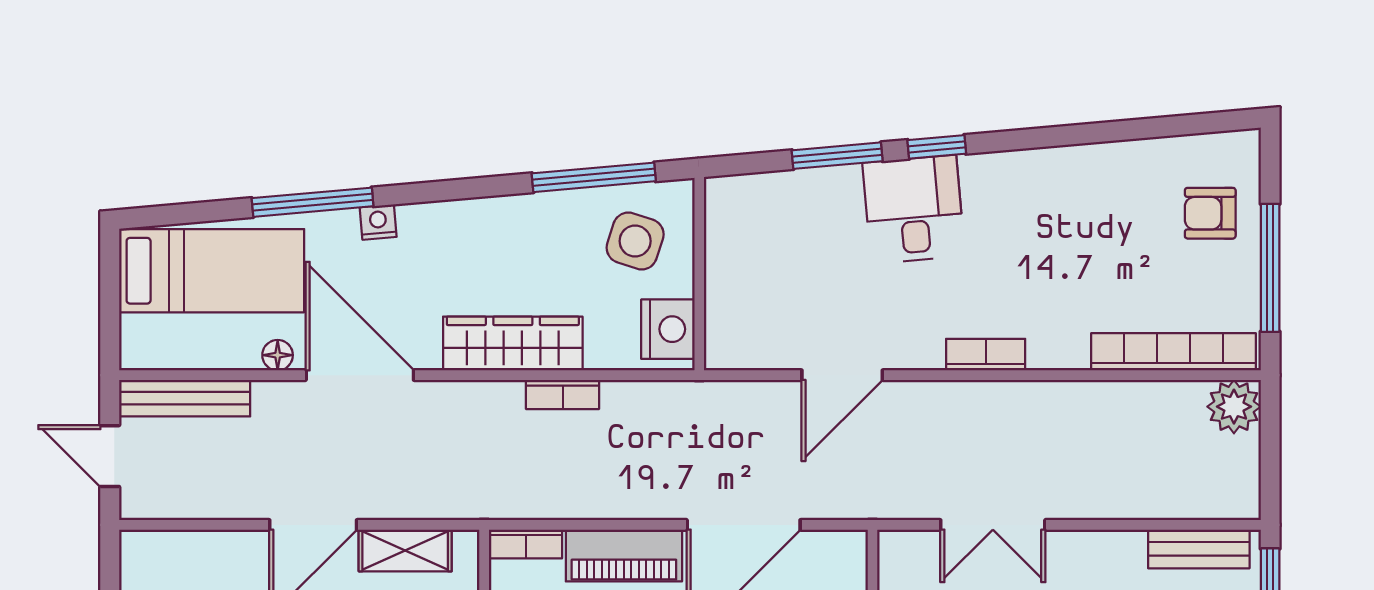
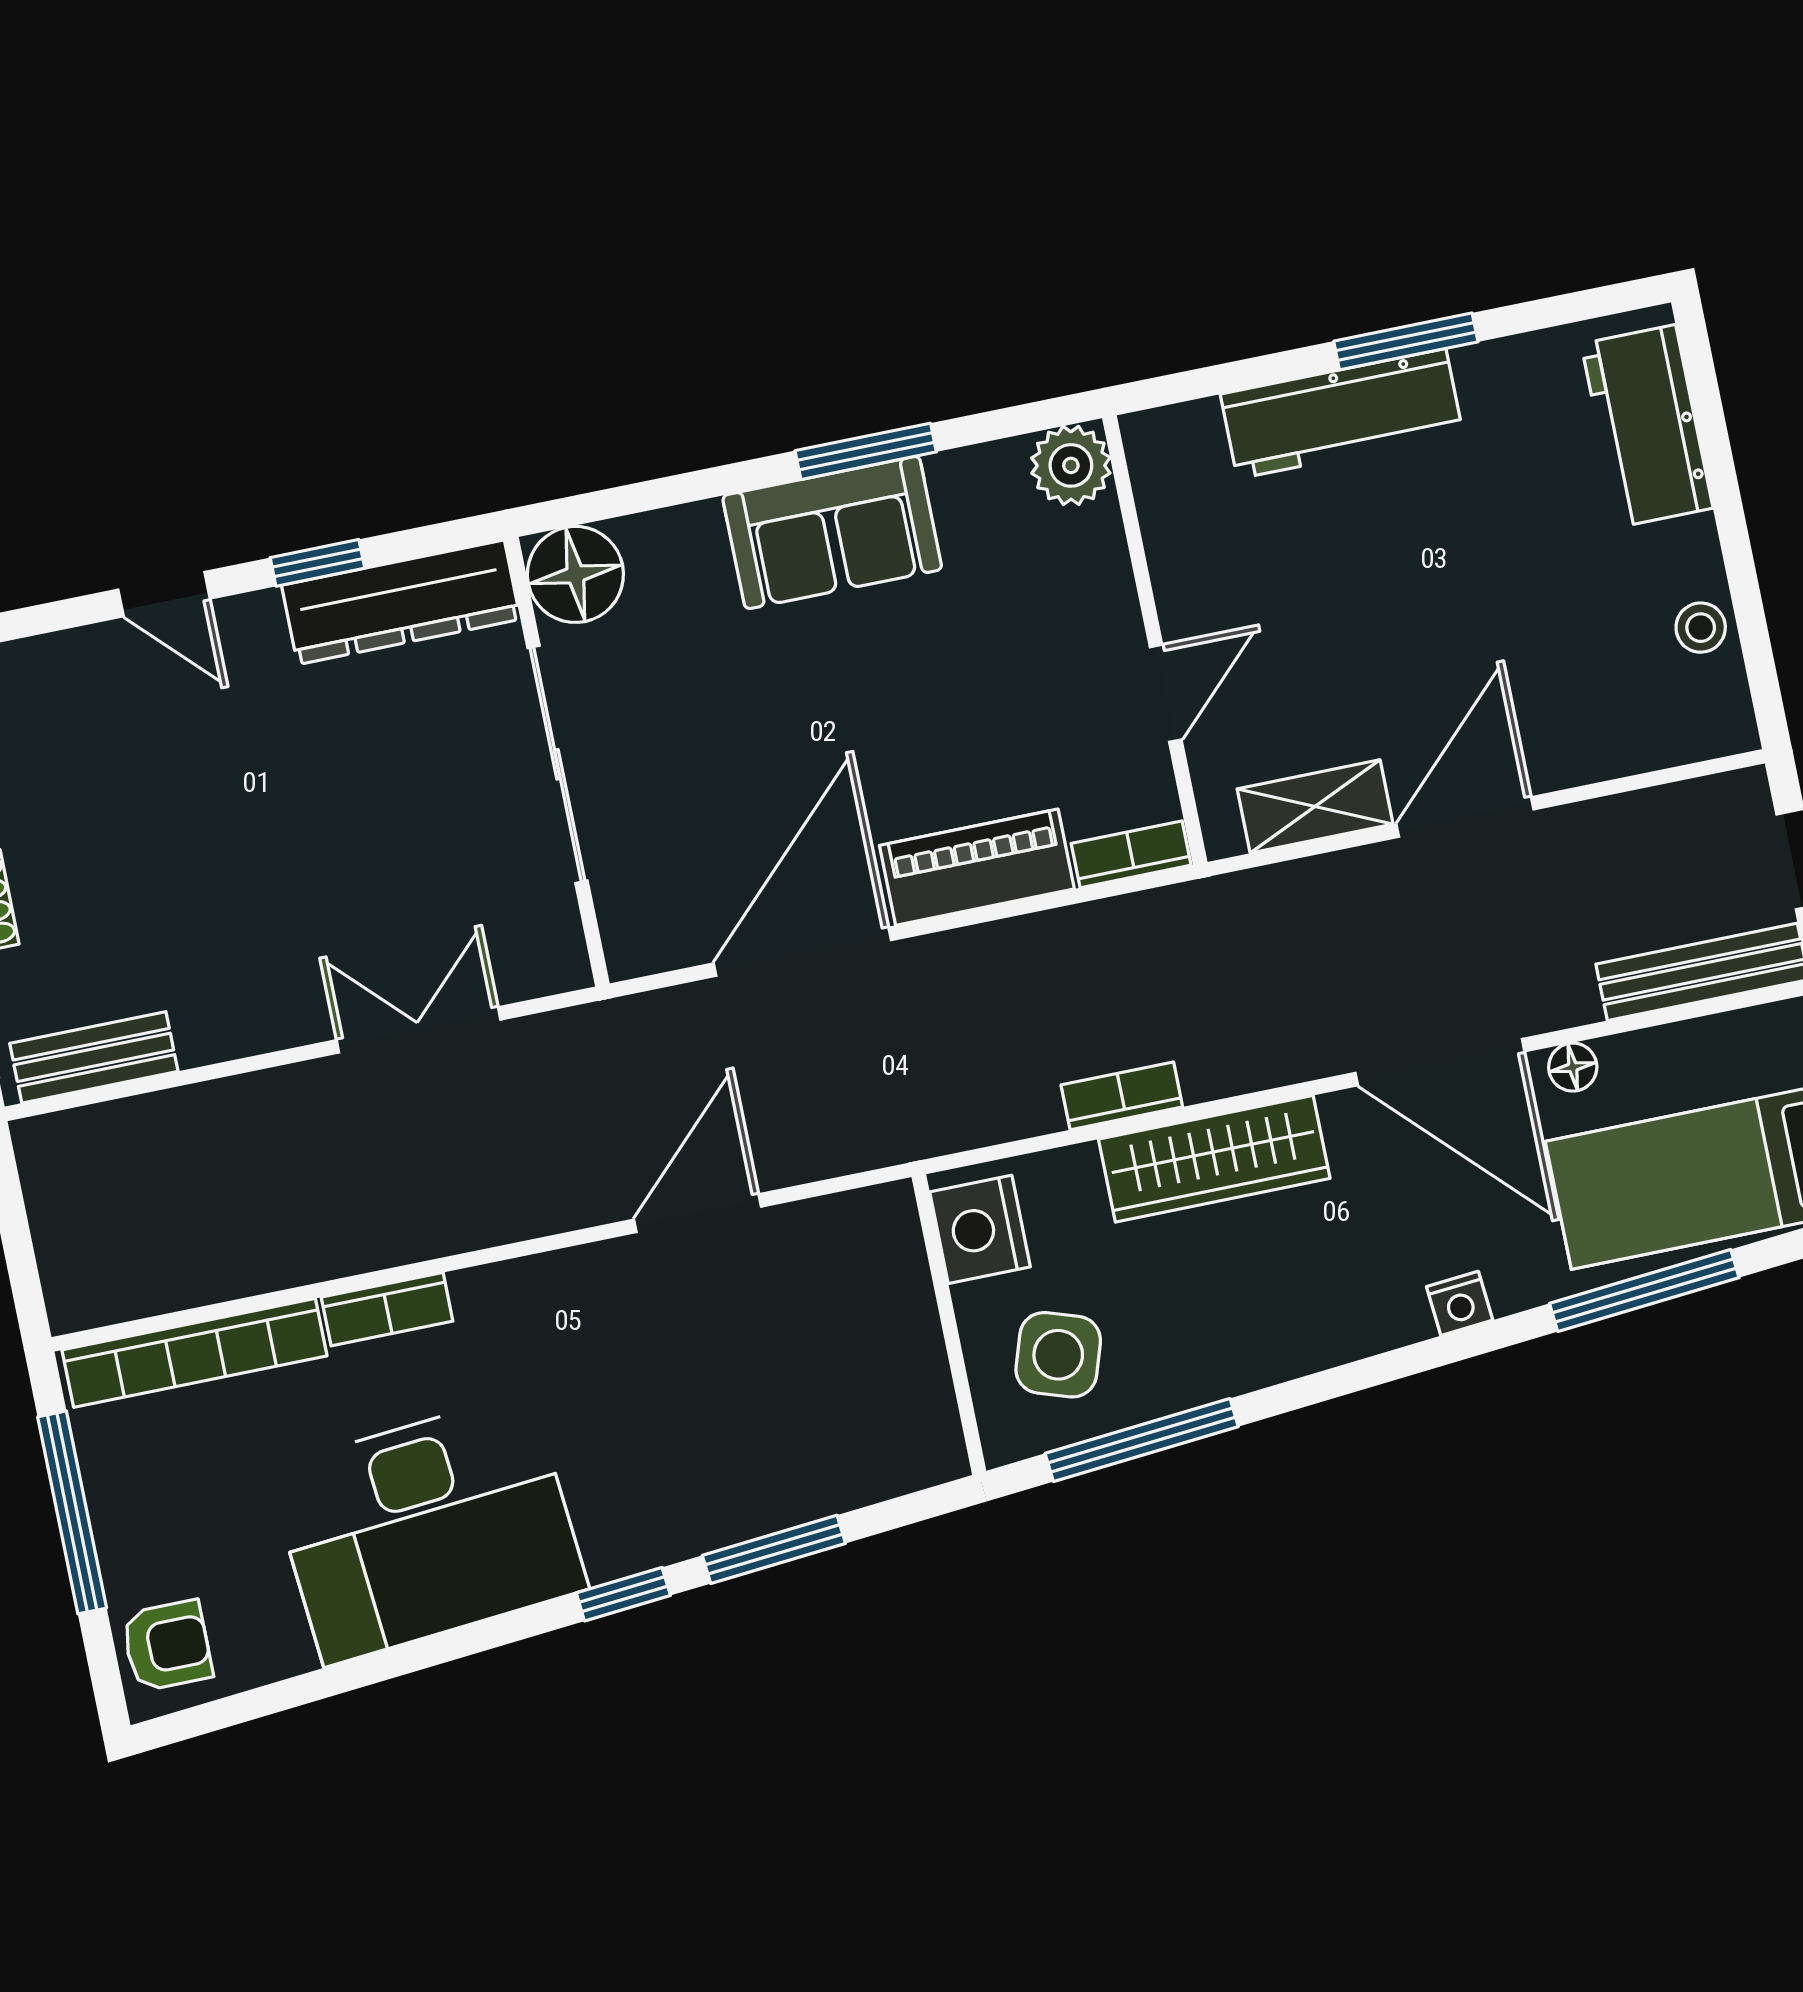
window: (313, 202) -> (1644, 1291), moved
desk: (914, 209) -> (427, 1529), moved, width x1.87, depth x1.30
armchair: (1210, 213) -> (167, 1646), moved
bookcase: (986, 355) -> (387, 1309), moved
plant: (1234, 407) -> (84, 1287), removed

